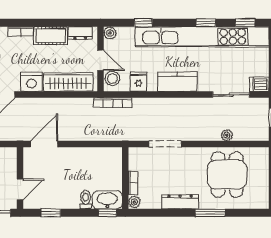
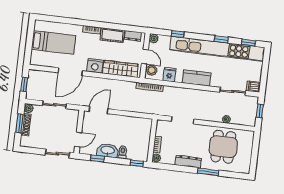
washbasin: (107, 200) -> (108, 151), moved

